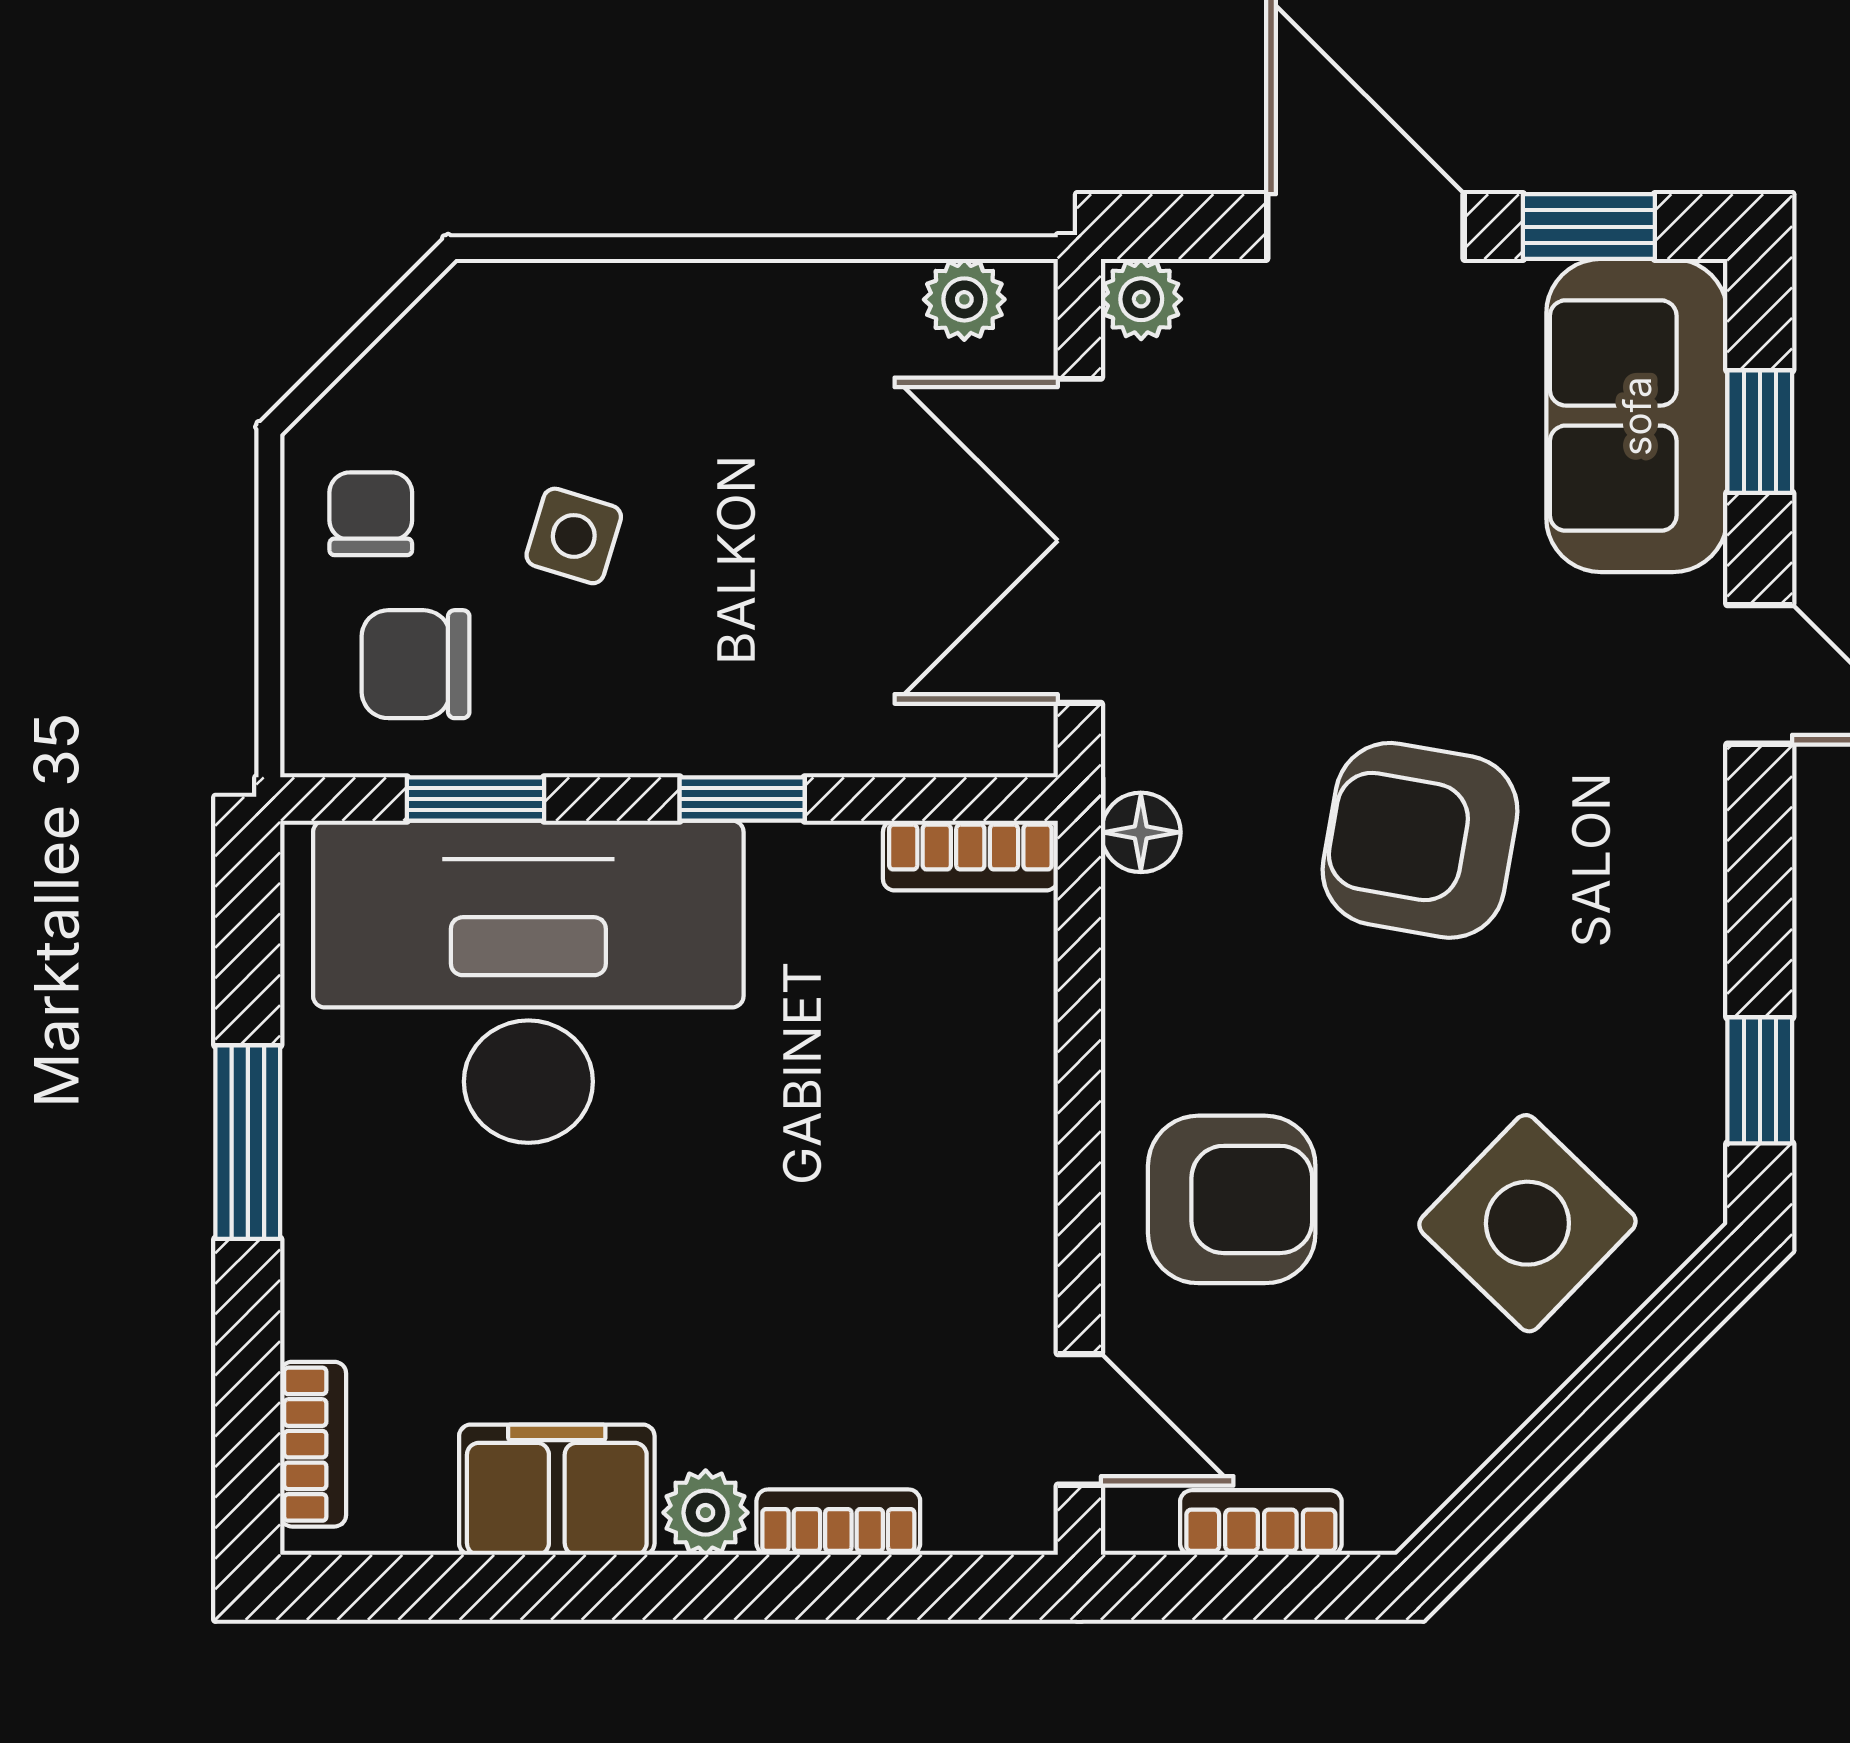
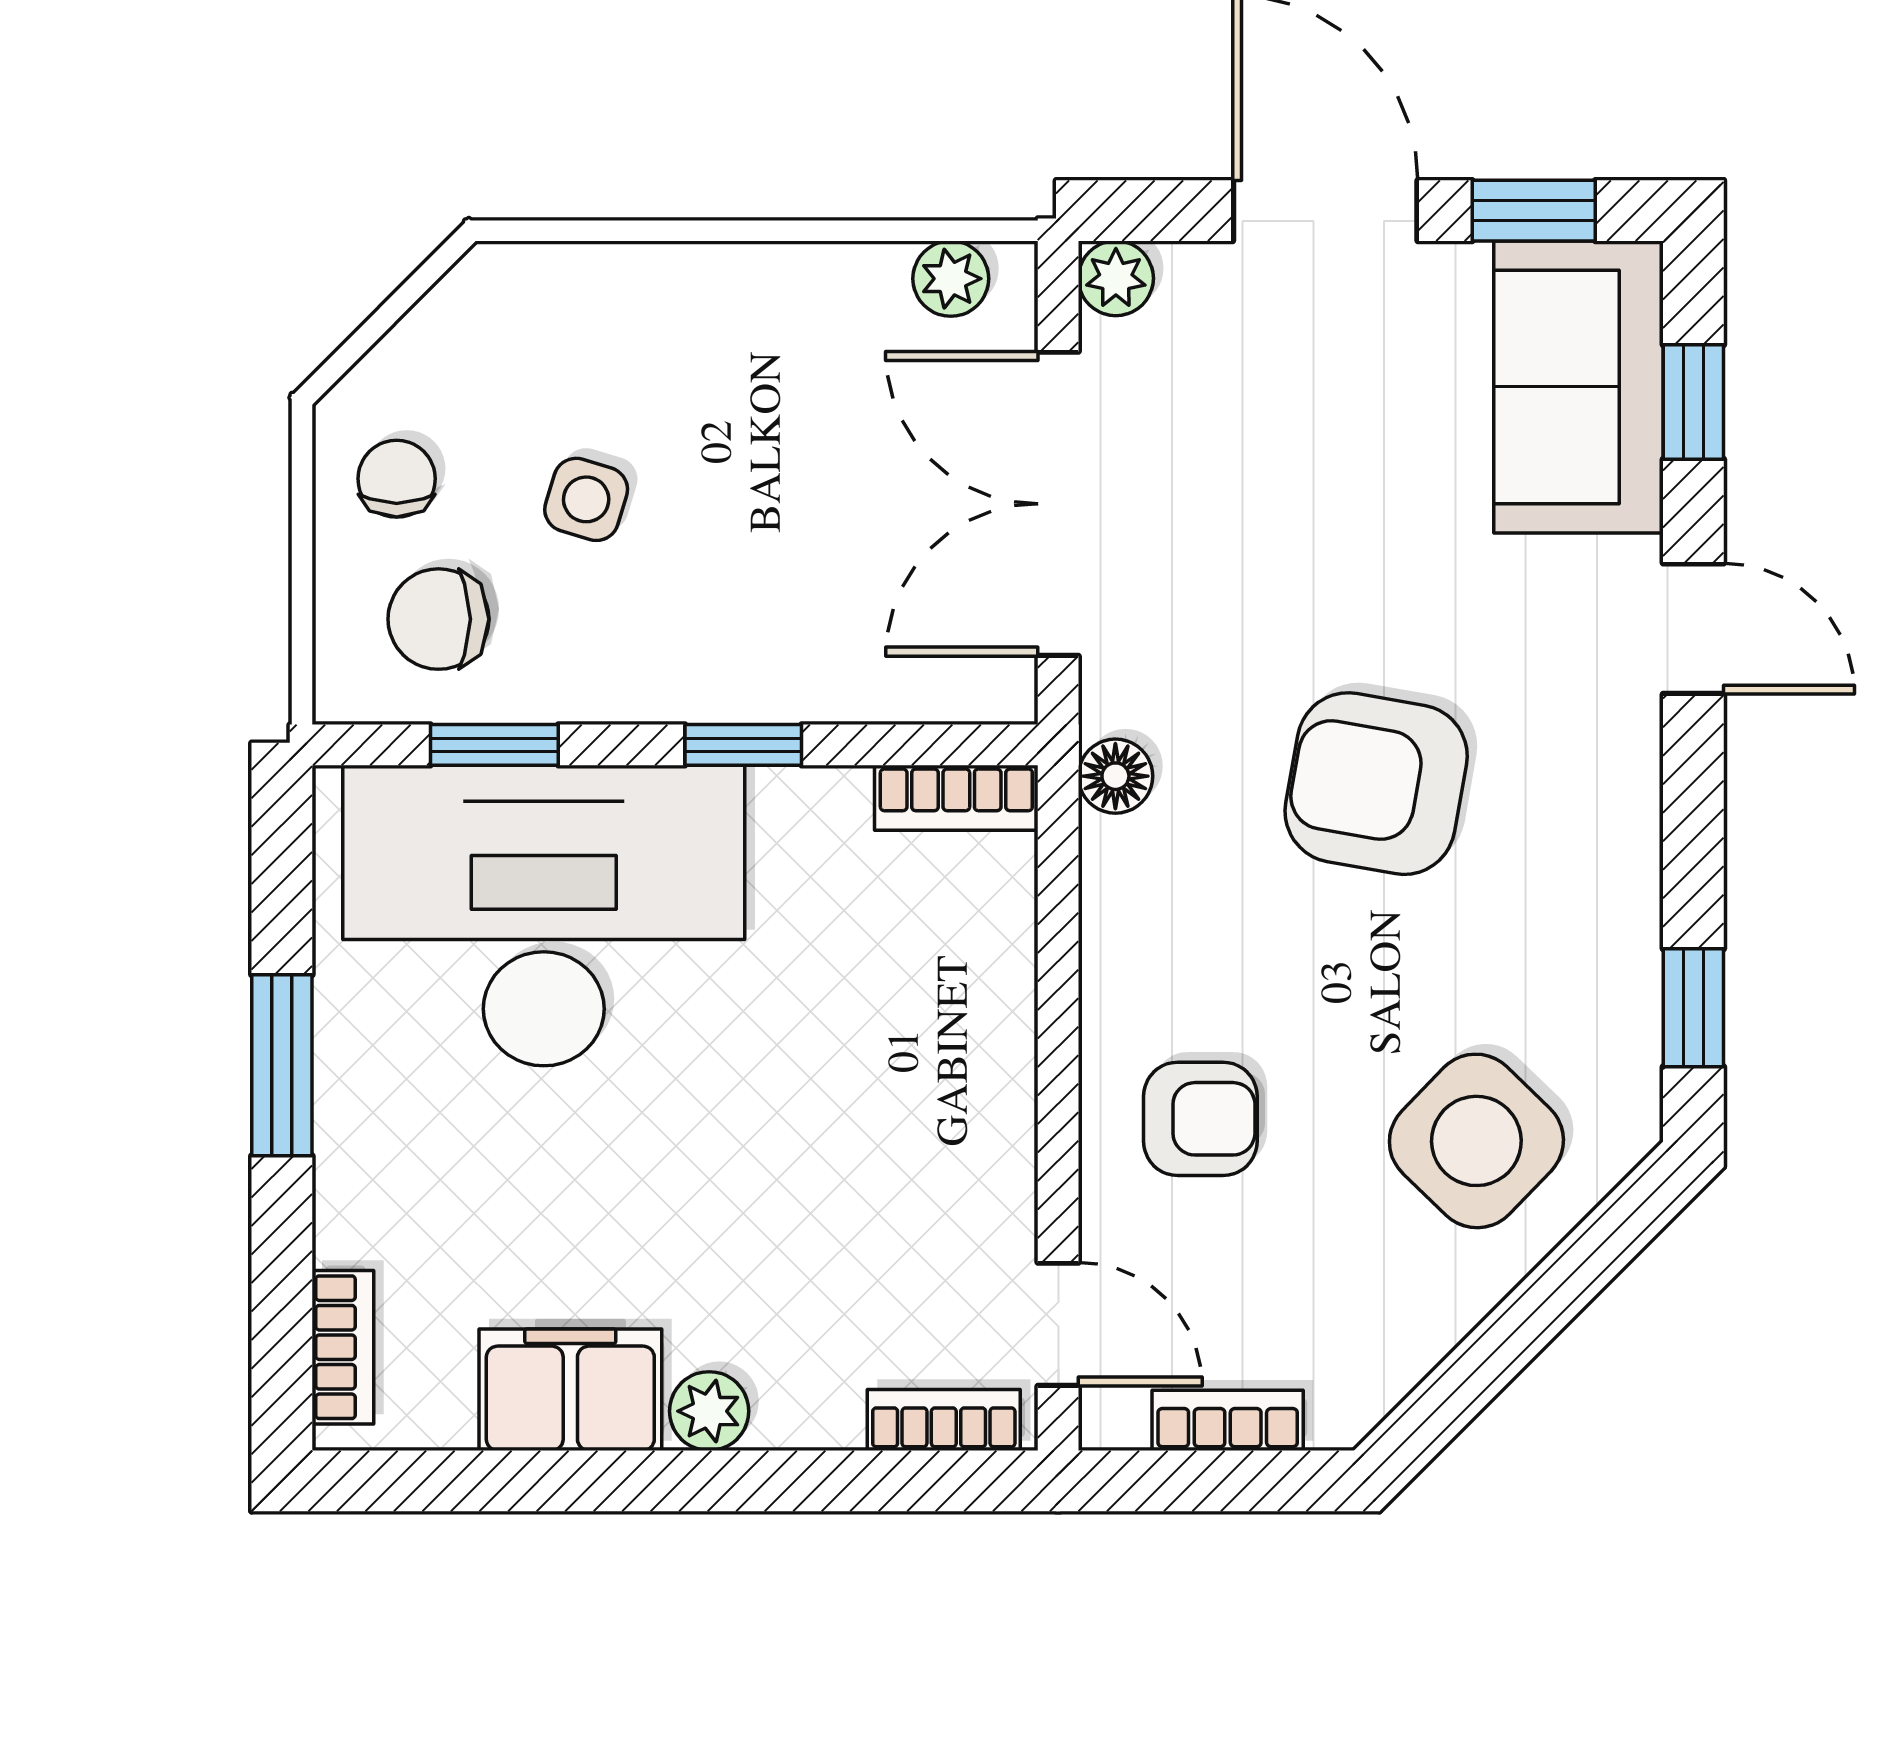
armchair: (1232, 1199) -> (1200, 1119), width x0.72, depth x0.72
bookcase: (838, 1522) -> (944, 1420), moved

